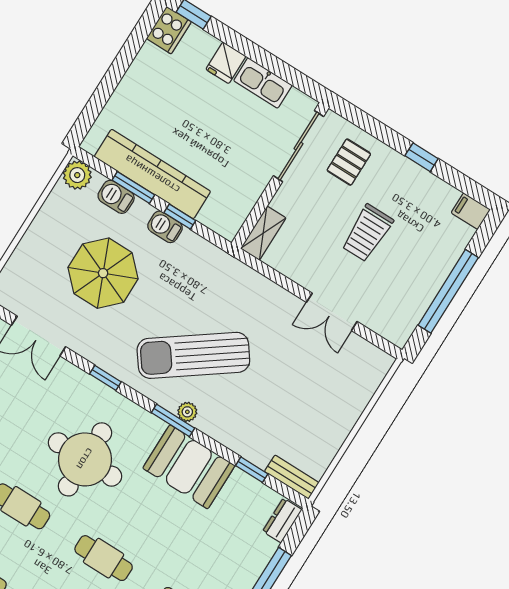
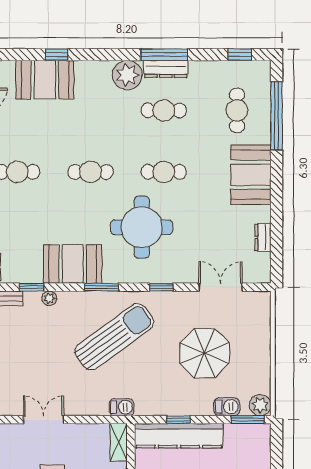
kitchen counter: (152, 174) -> (179, 436), moved
window: (133, 187) -> (248, 420), moved
barbecue: (165, 227) -> (122, 407), moved
plant: (187, 412) -> (49, 298), moved

